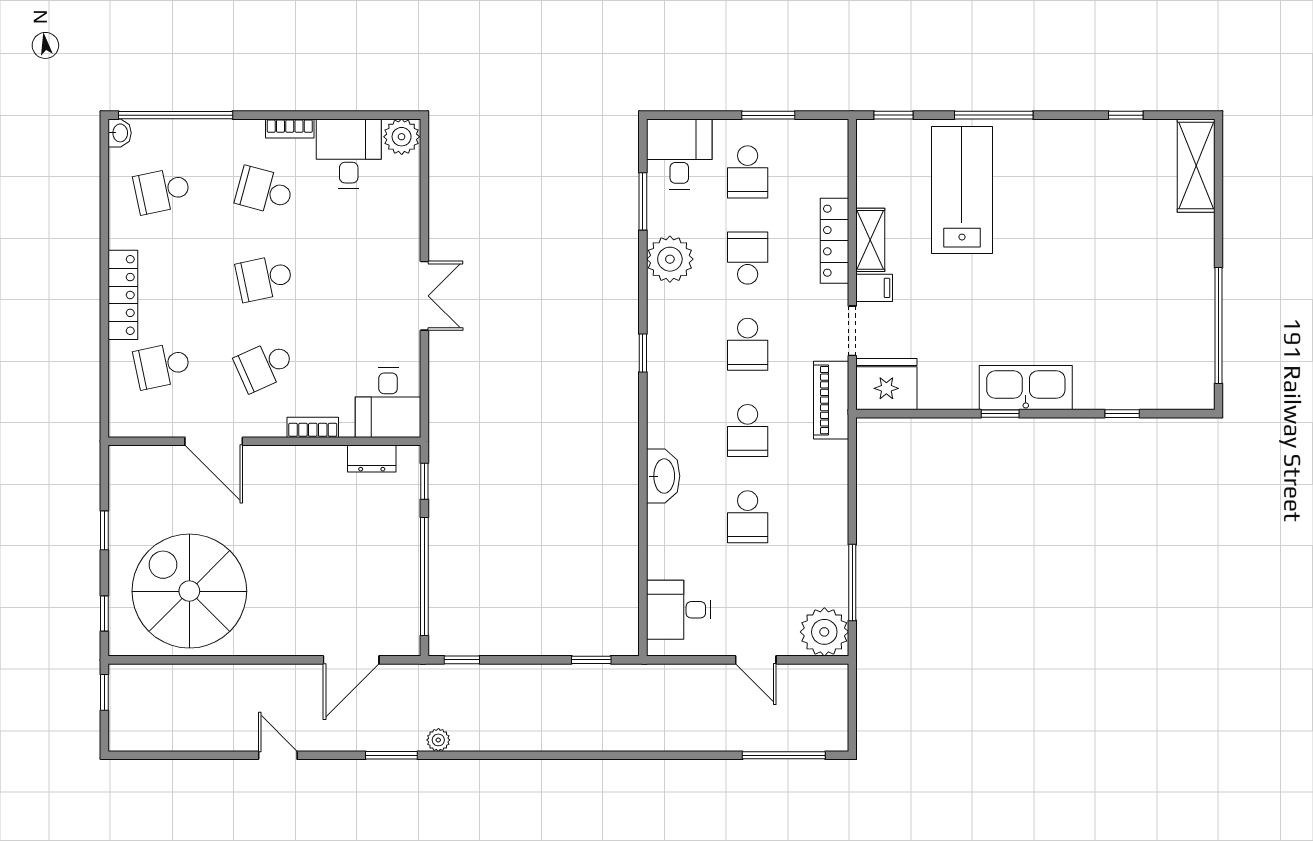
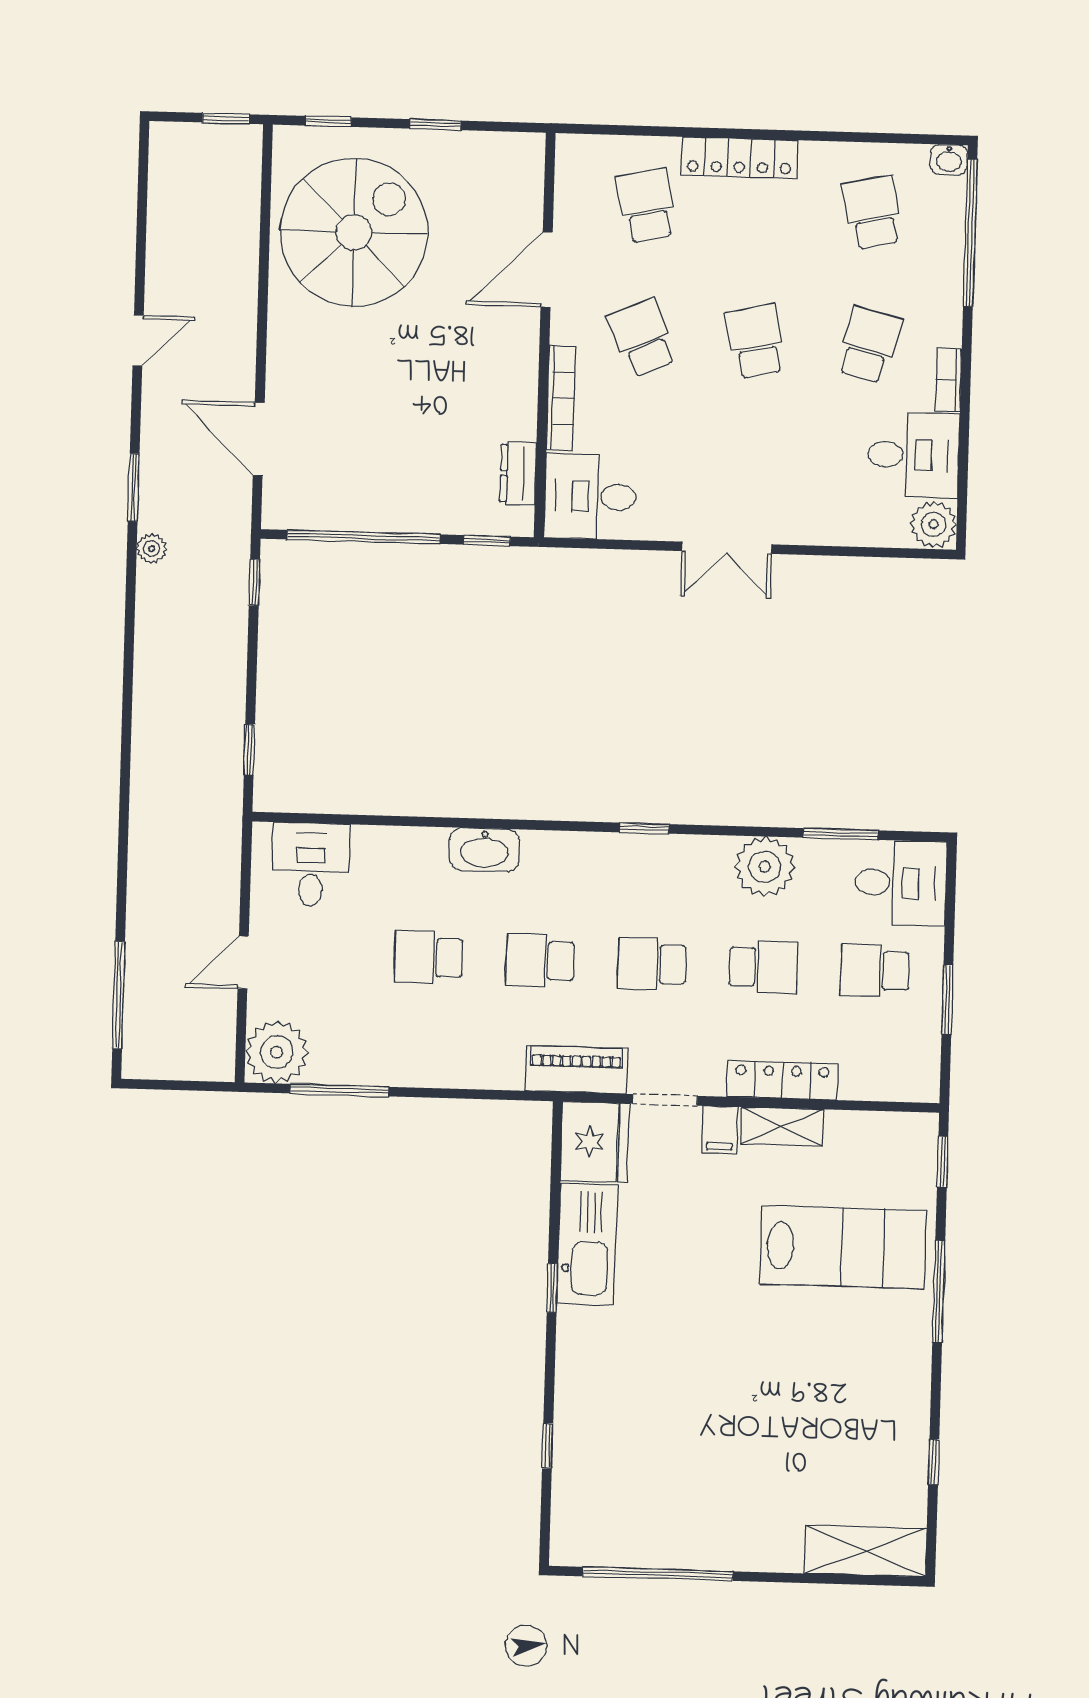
kitchen sink: (1026, 388) -> (587, 1244), moved
bookcase: (313, 427) -> (561, 398), width x1.56

